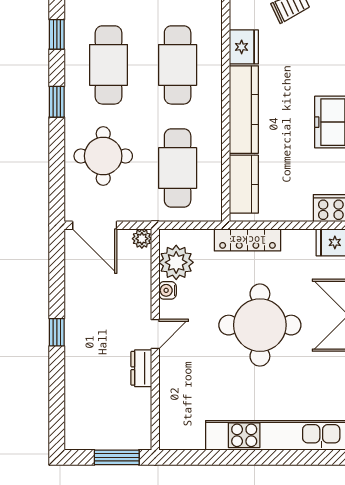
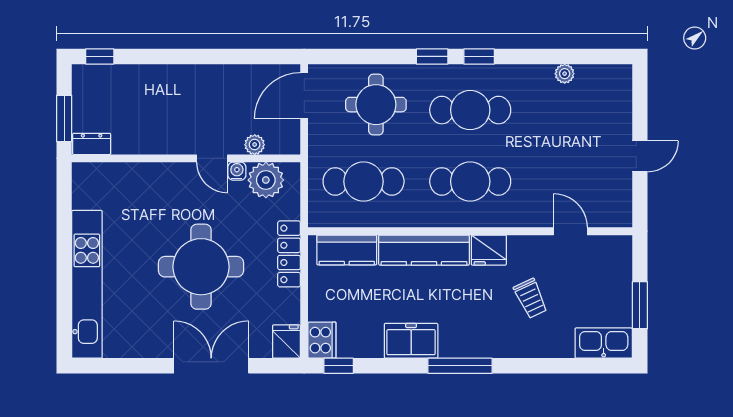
window: (57, 34) -> (479, 56), moved
plant: (142, 239) -> (255, 145), moved
window: (57, 332) -> (100, 56), moved
door: (155, 334) -> (212, 158), moved
dresser: (141, 368) -> (92, 144), moved

